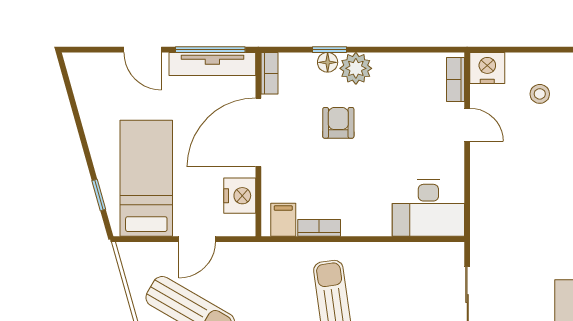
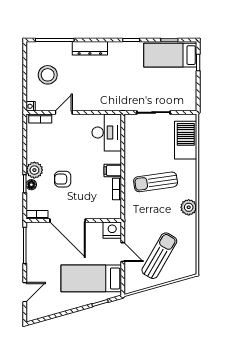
door: (143, 50) -> (25, 292), moved
tv unit: (212, 64) -> (32, 244), removed
nightstand: (487, 68) -> (31, 106), width x0.53, depth x0.56
stool: (540, 94) -> (48, 75), width x1.89, depth x1.89
nightstand: (240, 196) -> (112, 230), moved
filing cabinet: (283, 220) -> (113, 171), moved

